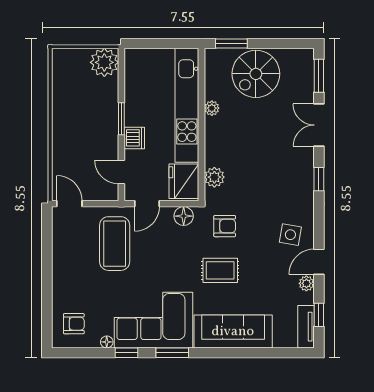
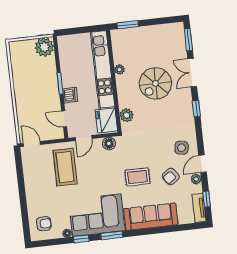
spiral stairs: (256, 74) -> (156, 83), moved
armchair: (225, 226) -> (171, 176), moved, turned 145

